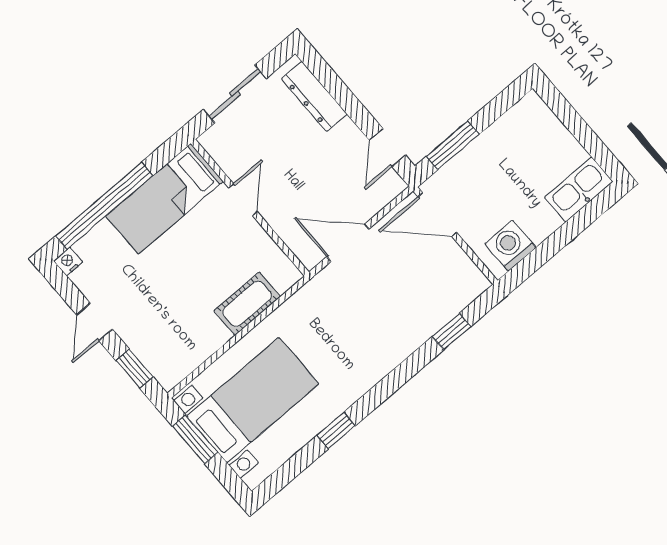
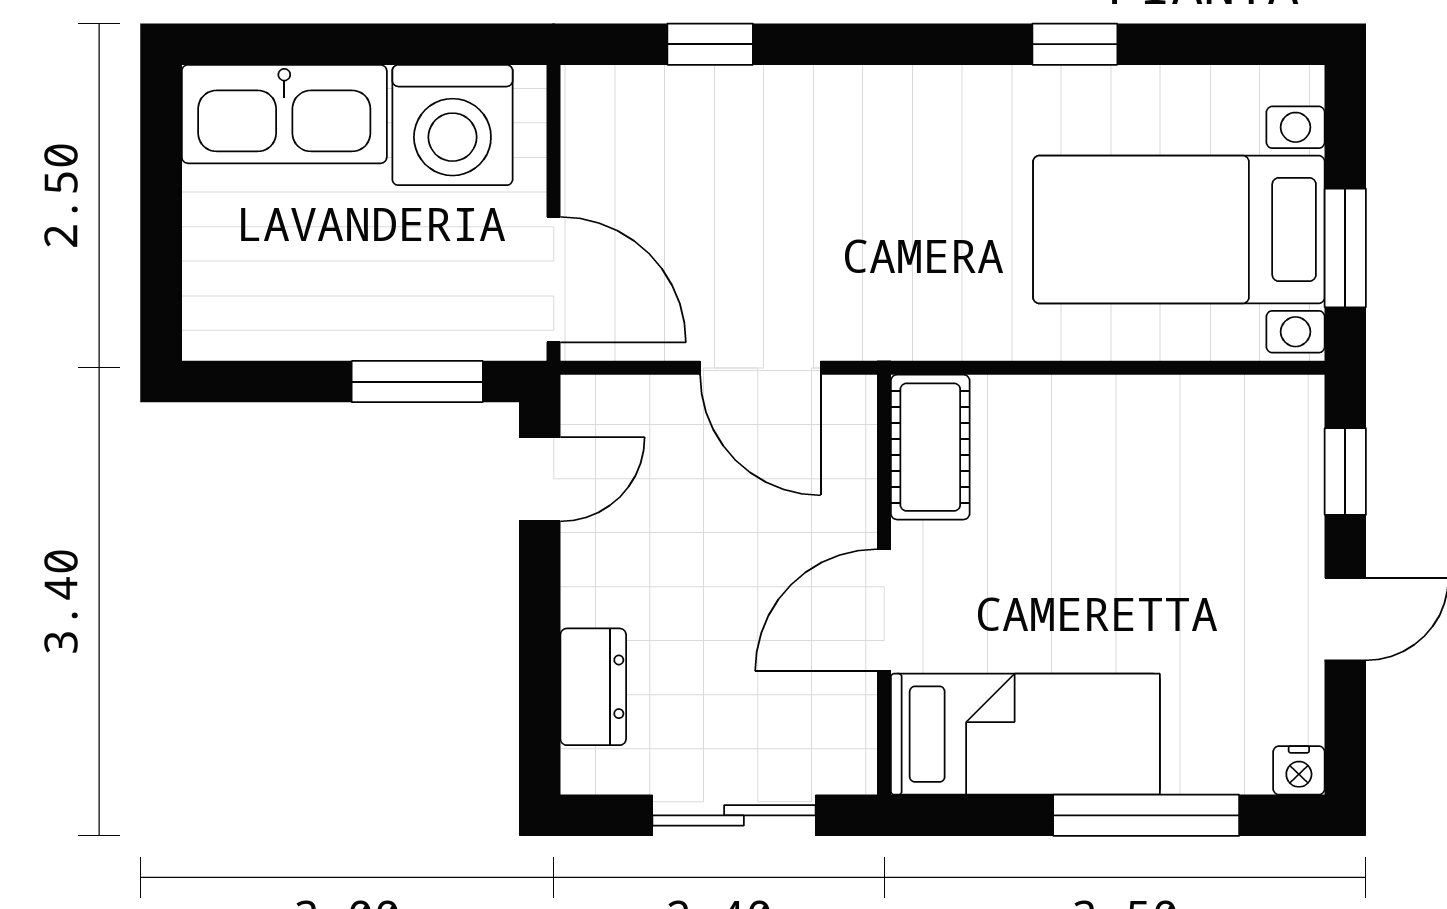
dresser: (314, 96) -> (593, 687), width x0.70
kitchen sink: (579, 190) -> (284, 114), width x1.36, depth x1.24
door: (243, 200) -> (884, 610), width x1.38
window: (104, 206) -> (1146, 815), width x0.68
washing machine: (510, 246) -> (452, 125), width x1.37, depth x1.37
cot: (247, 304) -> (930, 447), moved, turned 90

